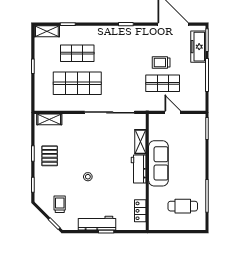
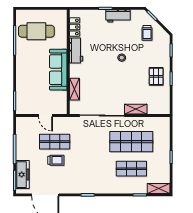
shelving: (49, 119) -> (136, 109), moved
workbench: (139, 169) -> (76, 50), moved
cafe table: (183, 206) -> (36, 31), width x1.37, depth x1.35
workbench: (97, 223) -> (118, 16), width x0.73

